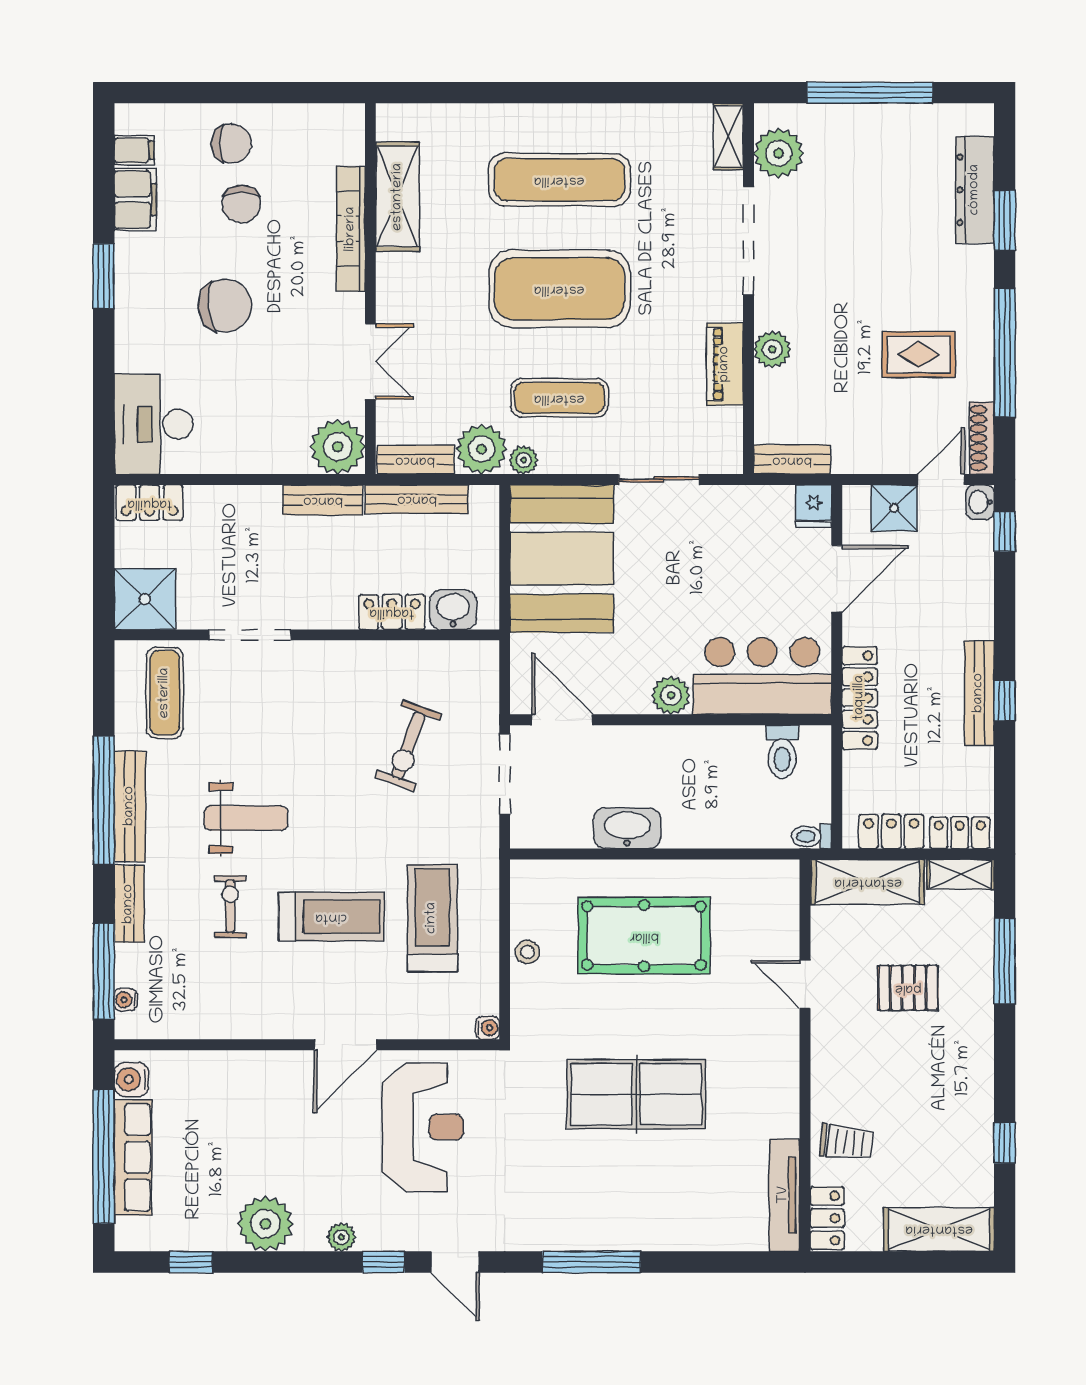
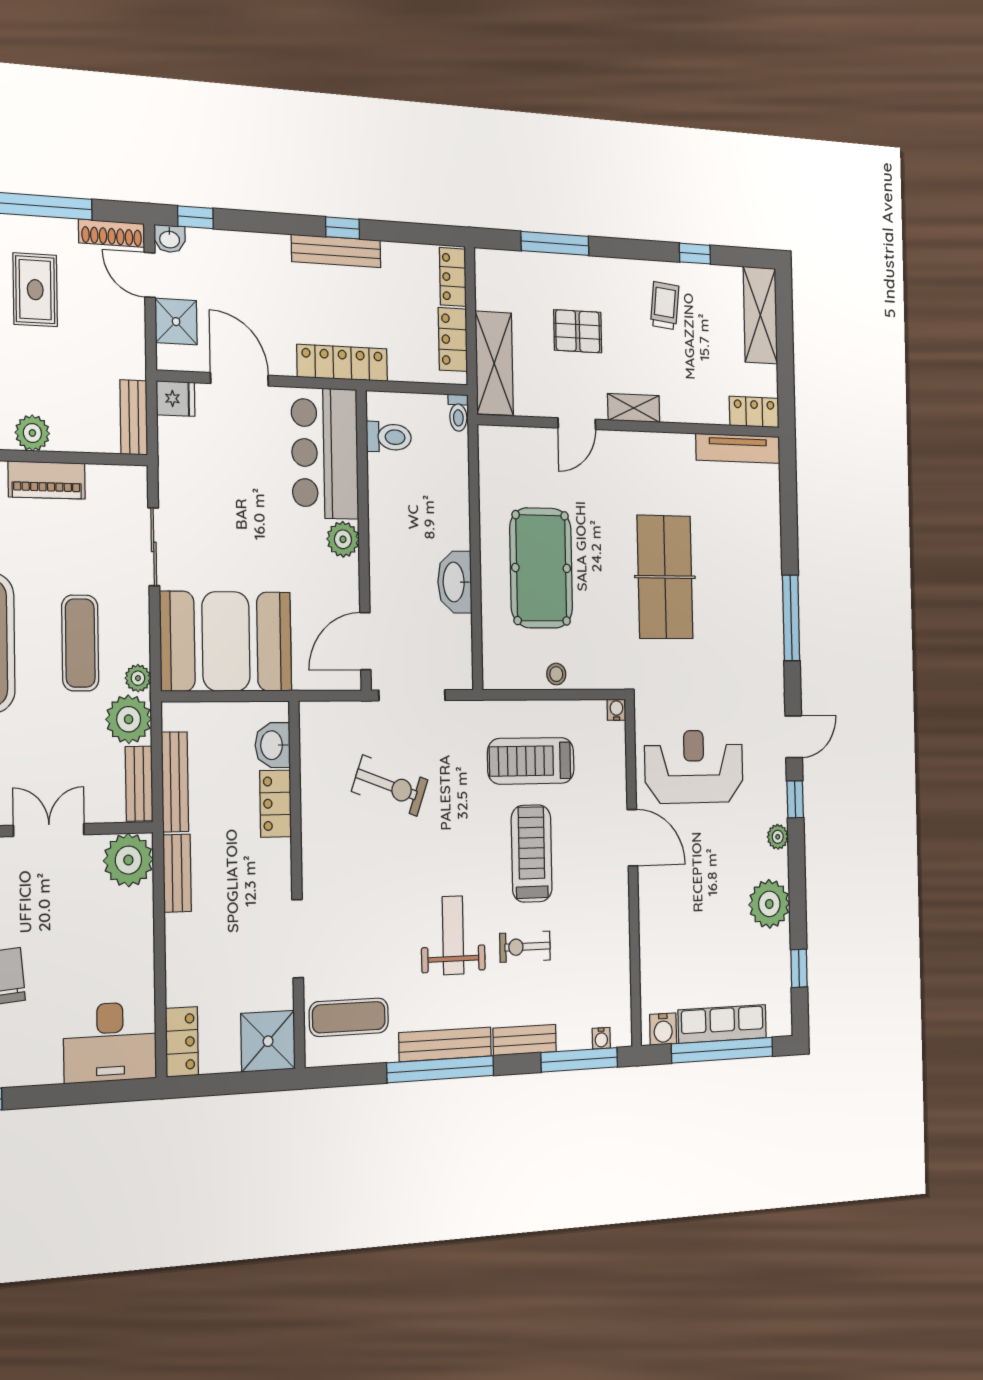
shelving: (960, 874) -> (634, 408), moved, turned 90
pallet: (908, 988) -> (578, 331), turned 90
trolley: (846, 1142) -> (665, 306), moved

